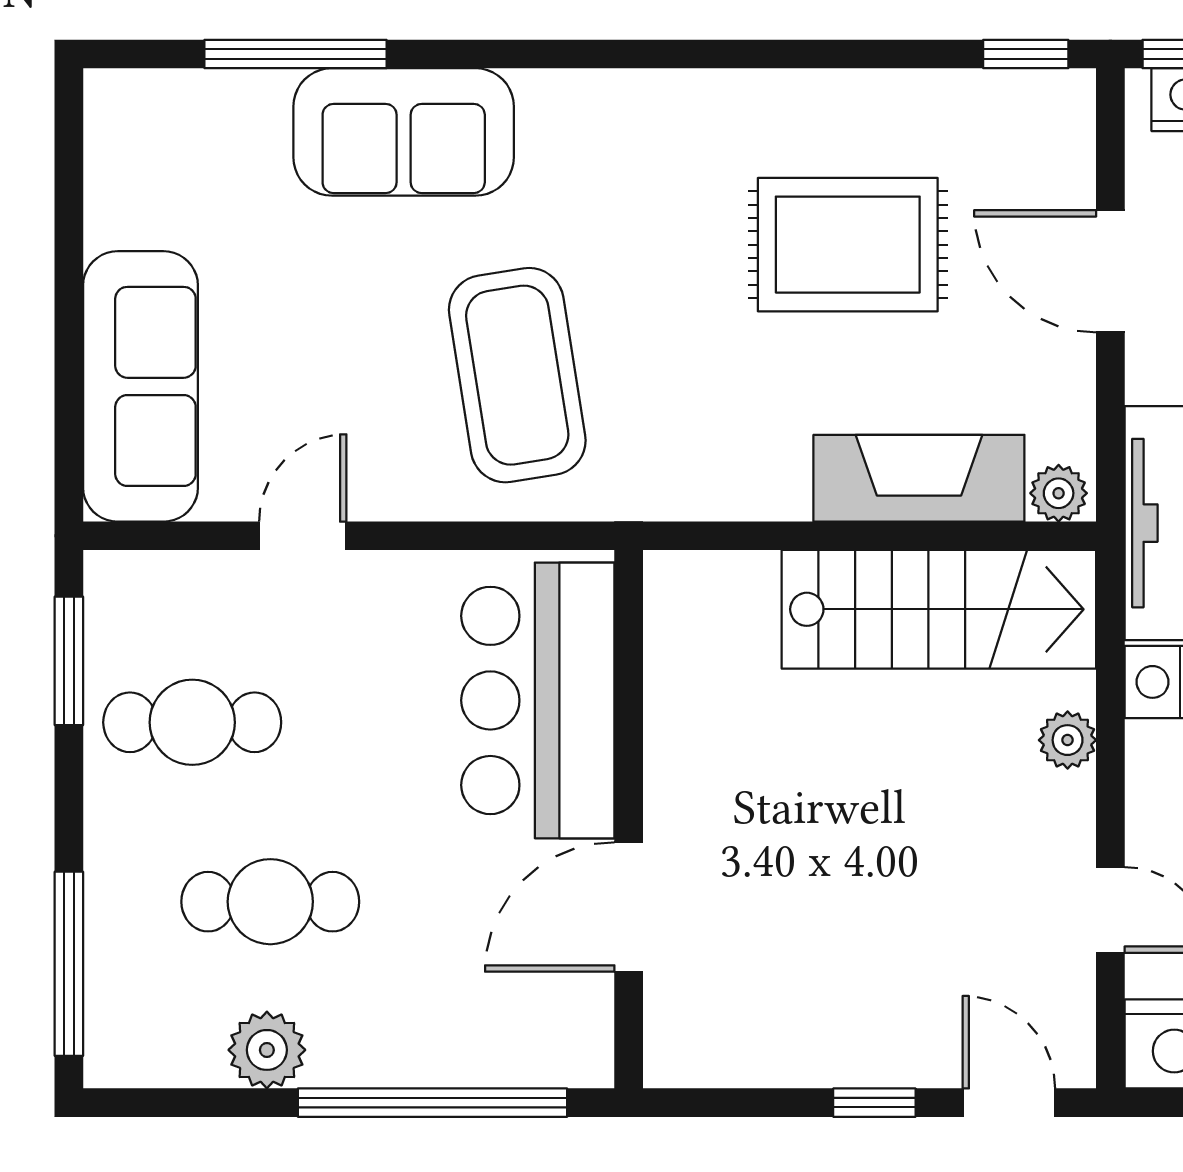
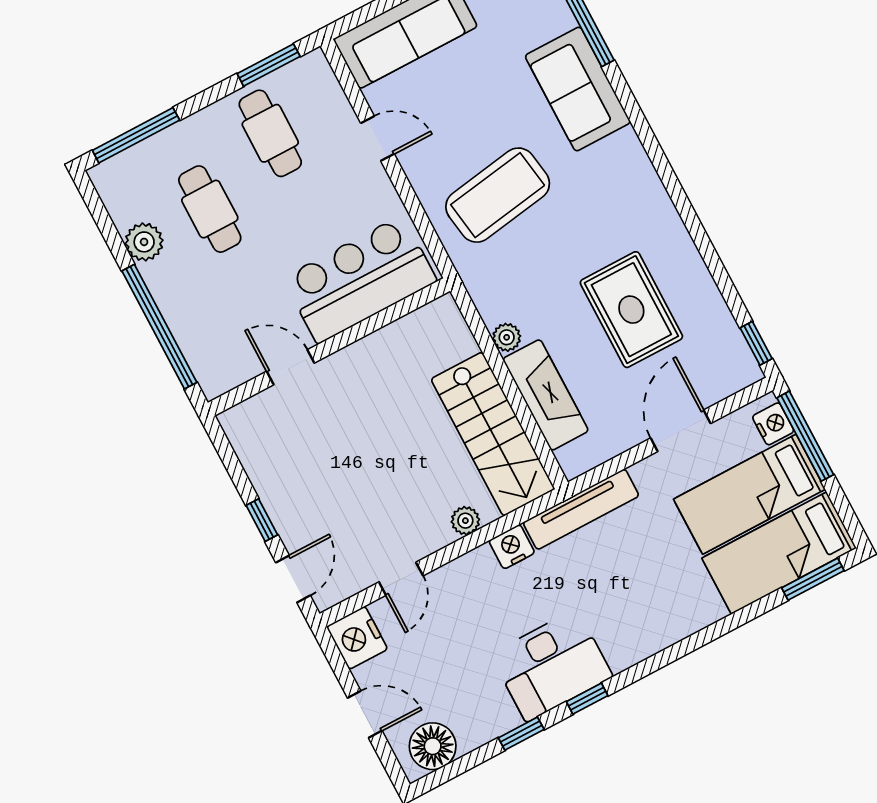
plant: (1059, 493) -> (507, 337), moved
door: (629, 907) -> (291, 367), width x0.73

